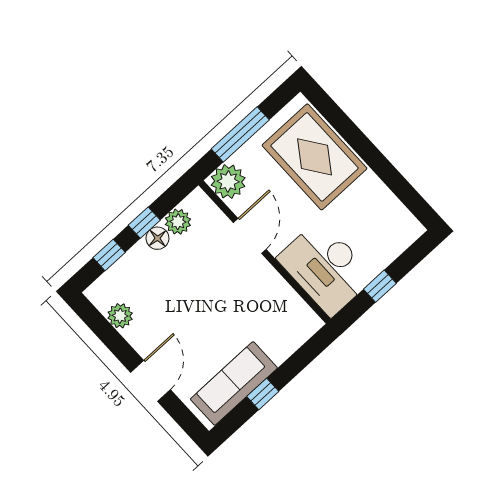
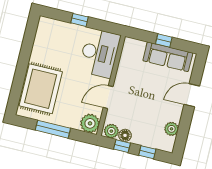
plant: (228, 182) -> (90, 123), moved
door: (250, 236) -> (108, 97), moved
wall: (265, 252) -> (111, 85), moved
desk: (326, 268) -> (100, 53), moved

